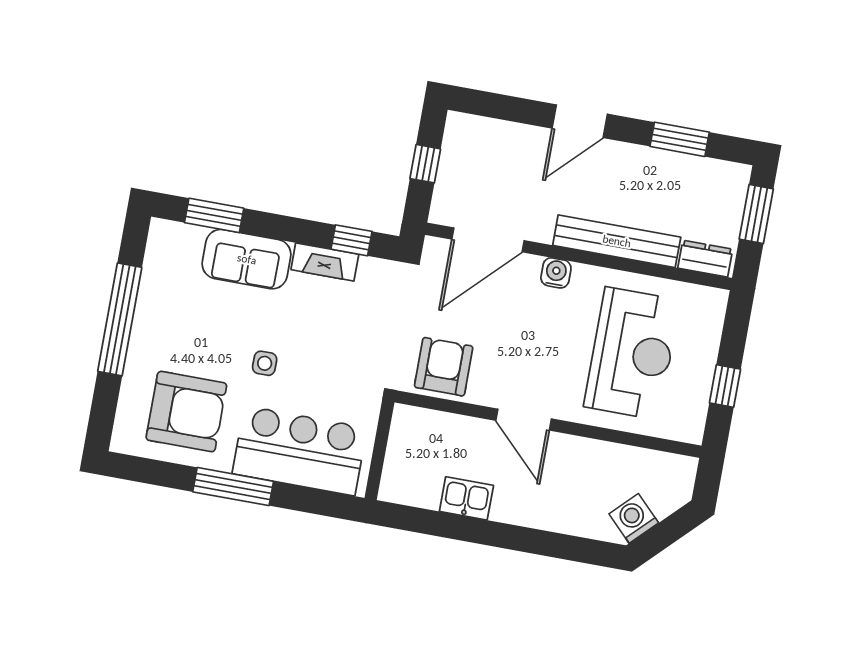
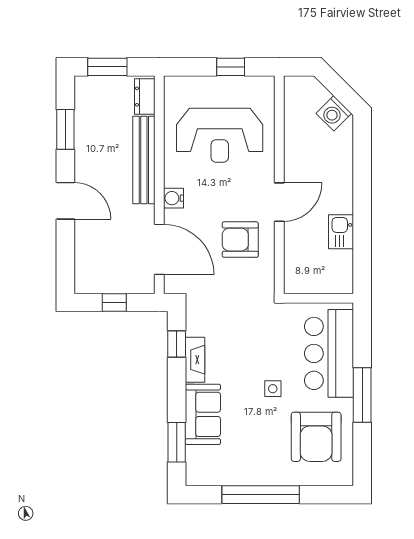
reception desk: (632, 353) -> (220, 135), turned 180
armchair: (444, 367) -> (240, 240), moved
armchair: (186, 412) -> (316, 437), turned 180

